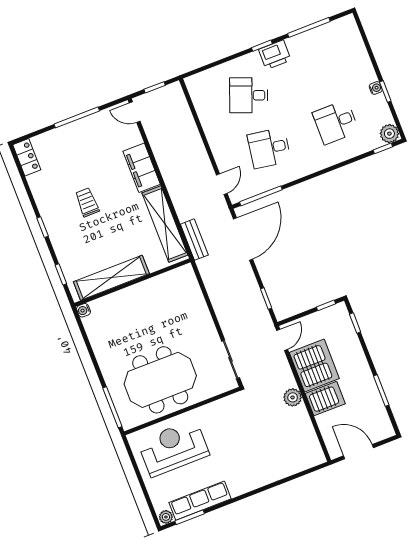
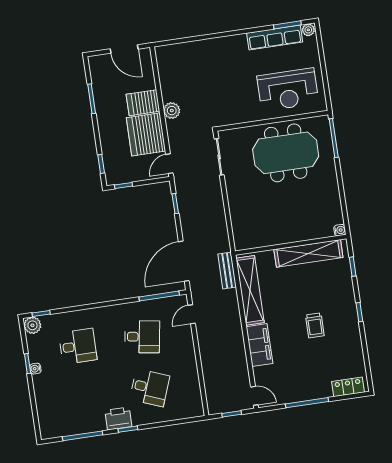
locker: (27, 157) -> (348, 387), moved, turned 90

